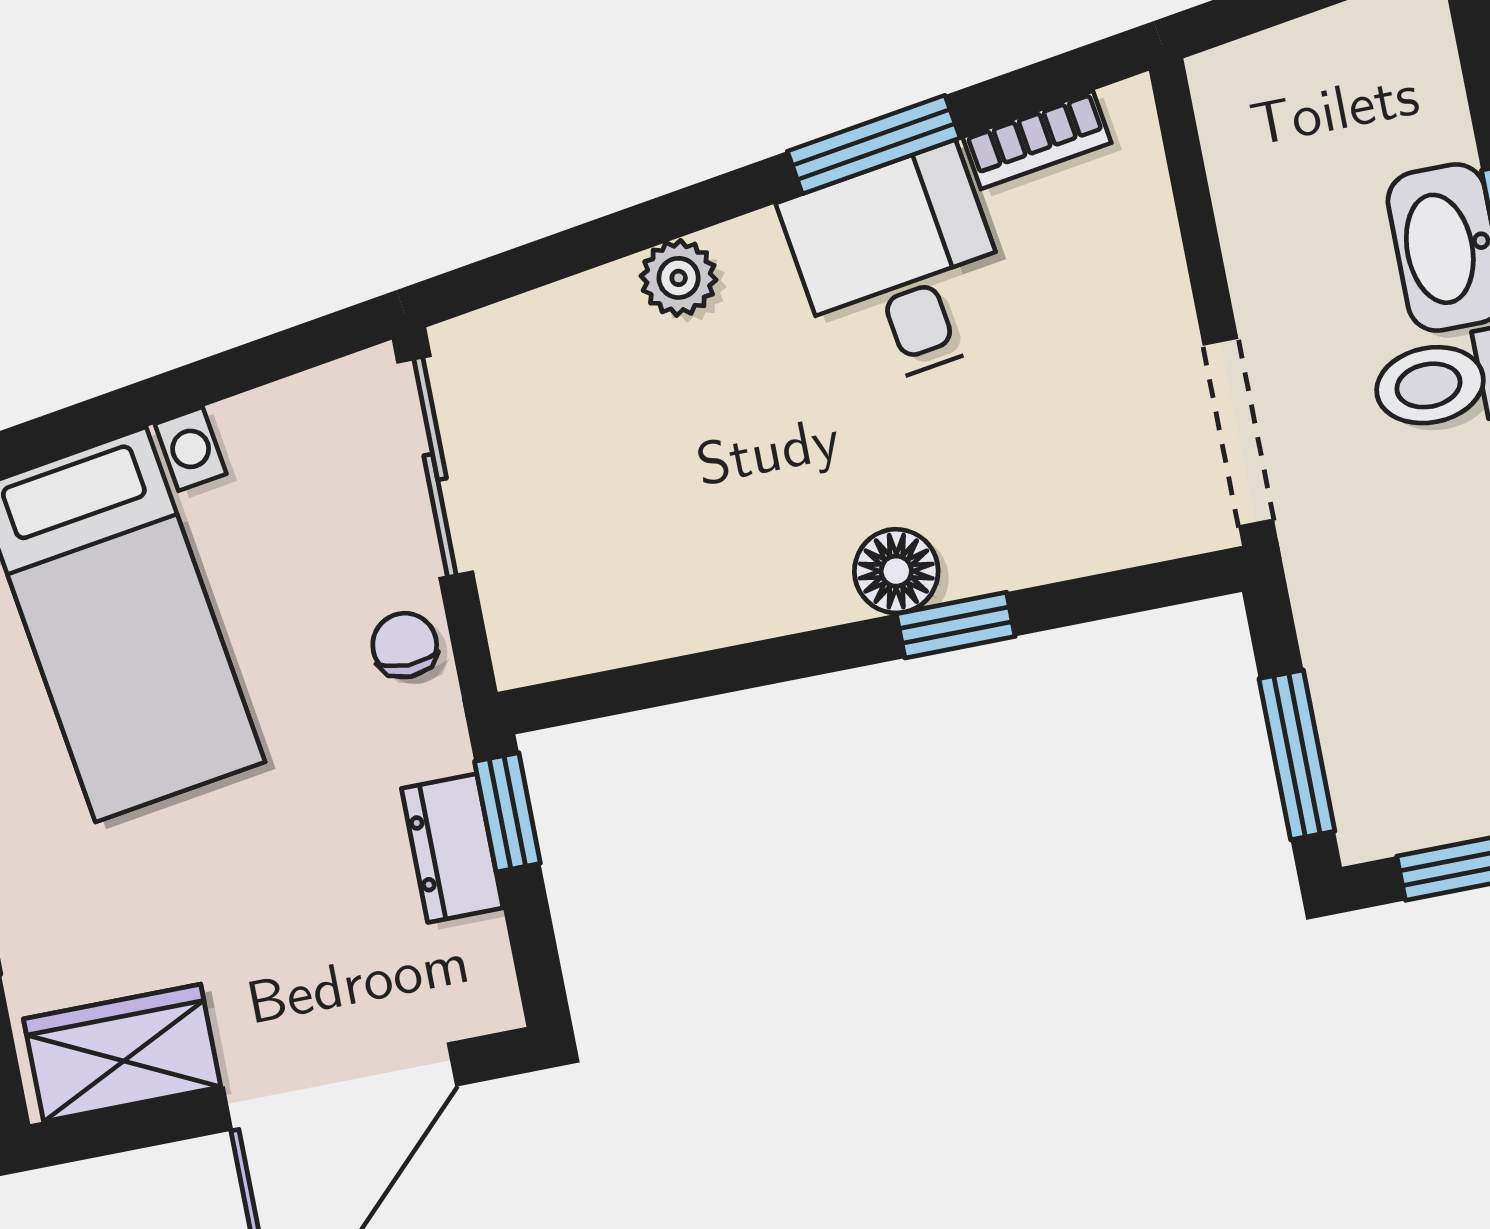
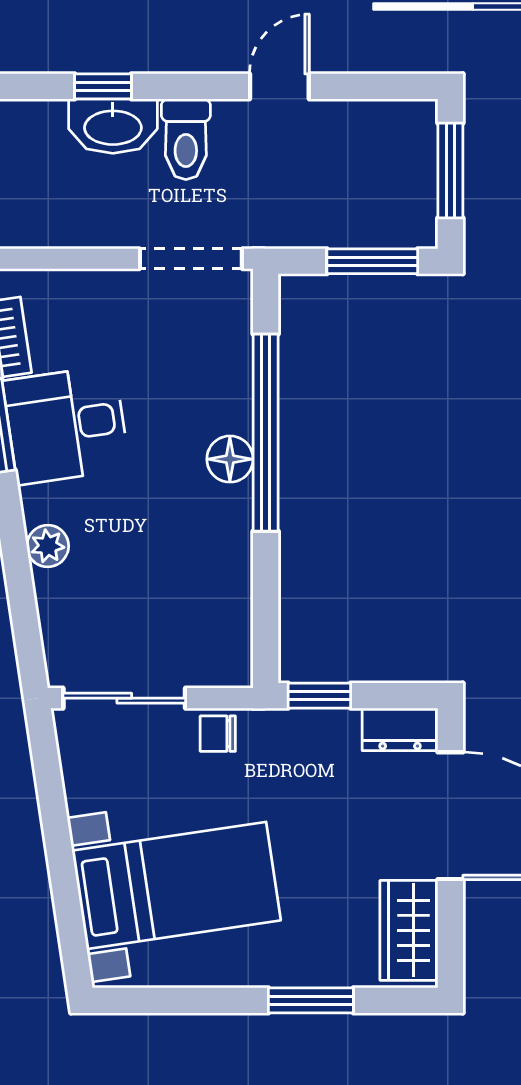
window: (956, 625) -> (266, 433), width x3.17
dresser: (452, 848) -> (400, 729), moved

